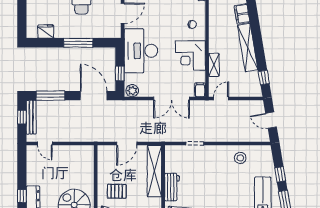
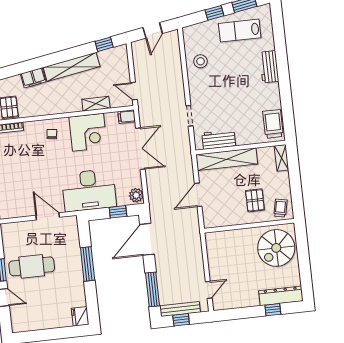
fridge: (46, 31) -> (80, 316), moved
door: (127, 143) -> (198, 195), swing flipped
workbench: (172, 187) -> (219, 140), moved

